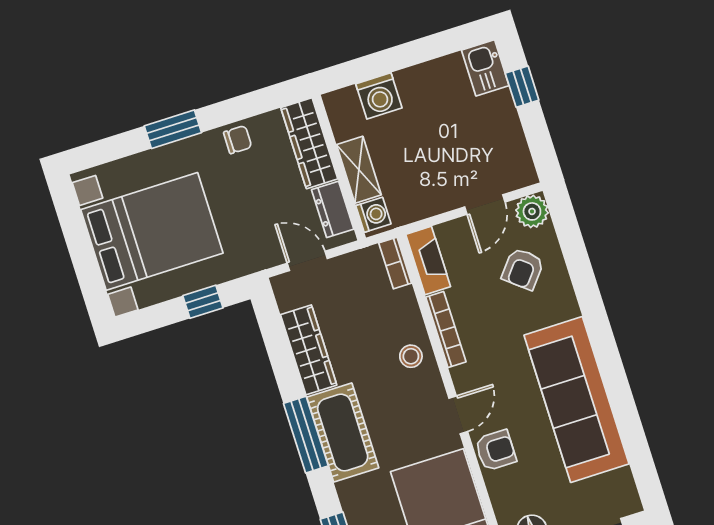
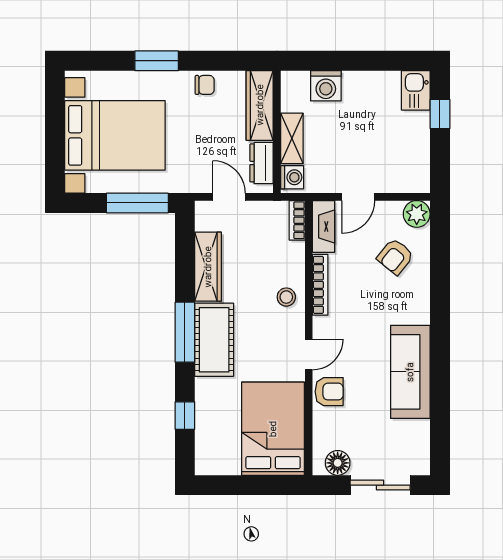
door: (485, 205) -> (358, 197), moved
window: (203, 302) -> (137, 203), width x2.17
sofa: (577, 399) -> (410, 372), width x0.74, depth x0.79

